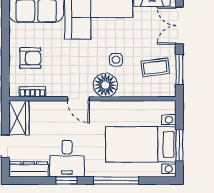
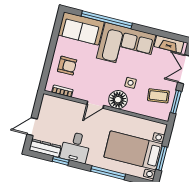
door: (78, 99) -> (95, 105), hinge flipped
wardrobe: (19, 118) -> (47, 108), removed
window: (66, 180) -> (61, 161), moved

